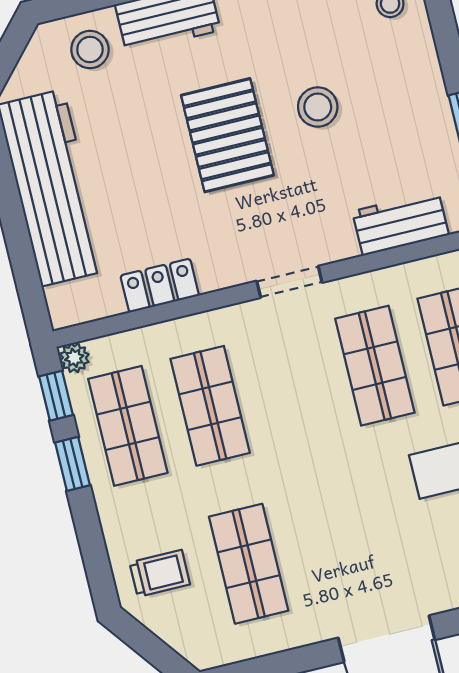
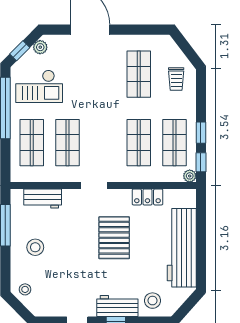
stool: (318, 107) -> (35, 247), moved
pallet: (227, 135) -> (114, 238), moved
trolley: (160, 573) -> (176, 79), turned -90

